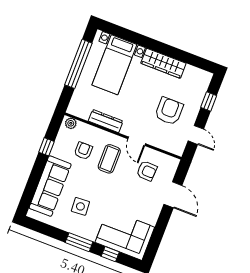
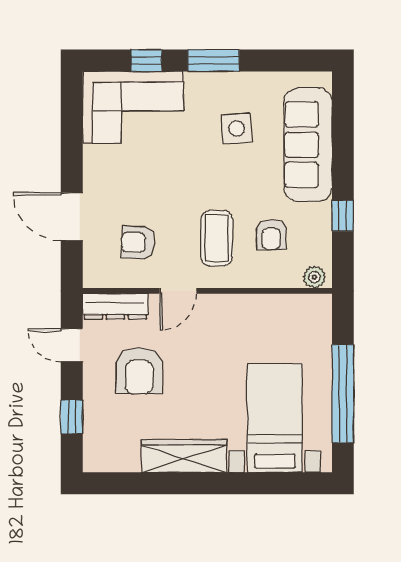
dresser: (106, 121) -> (115, 306), moved
door: (137, 141) -> (178, 291), swing flipped

